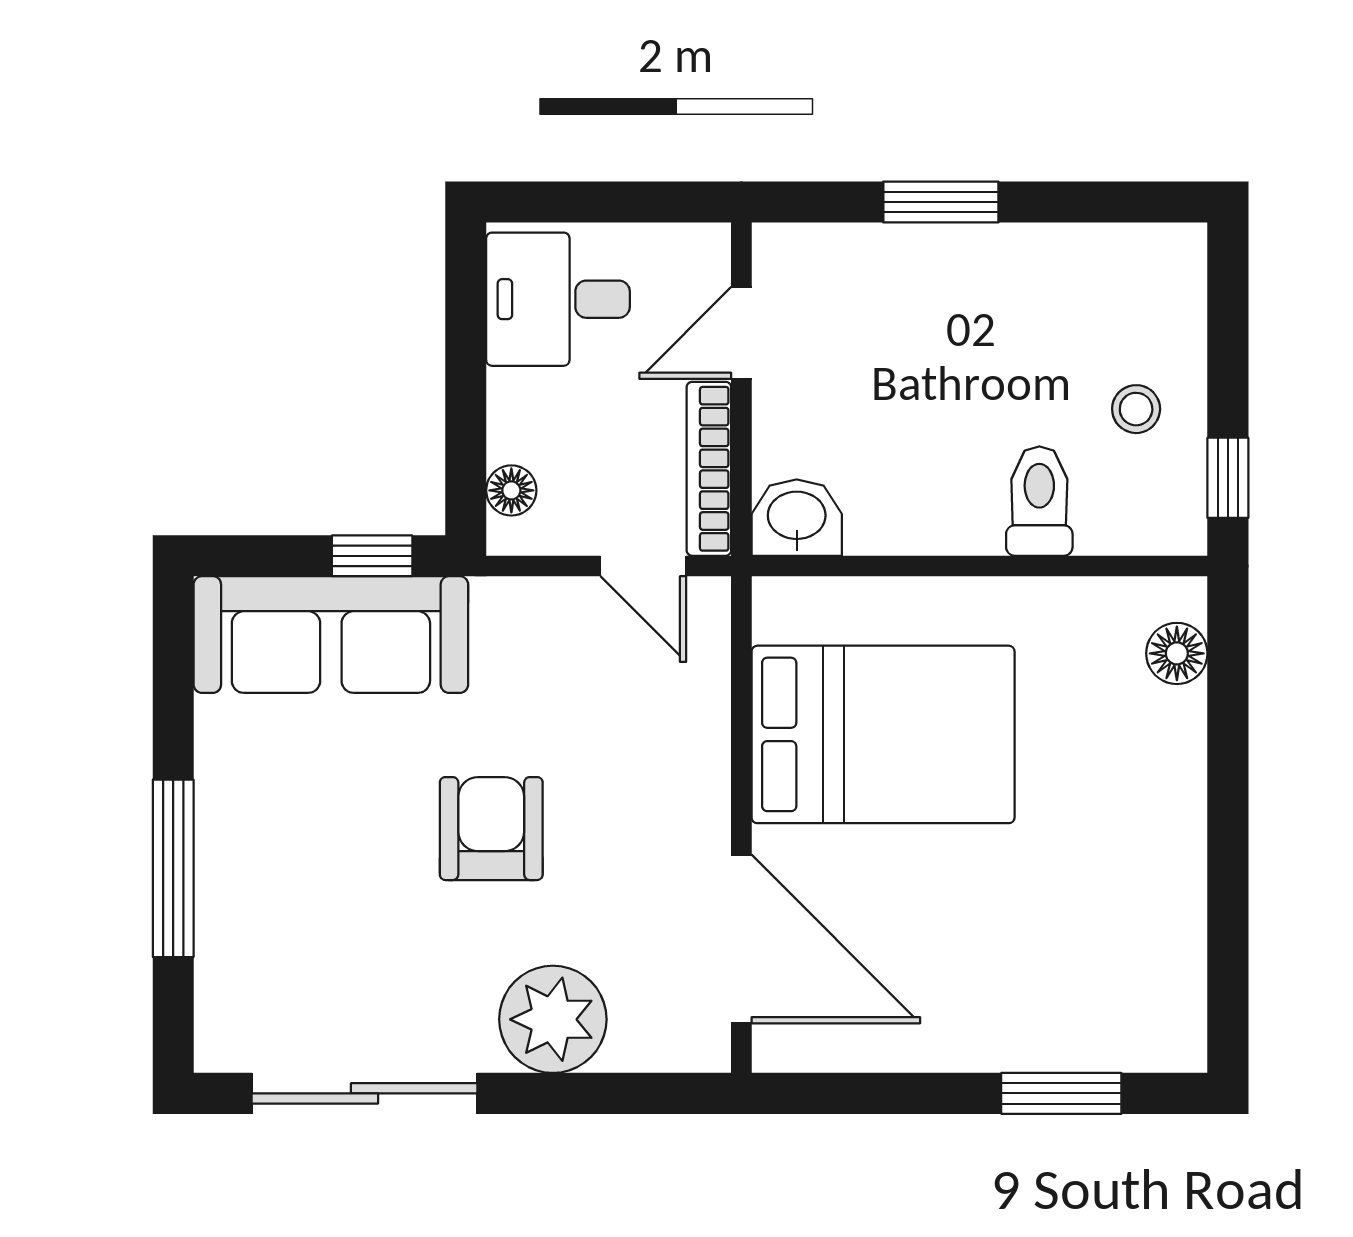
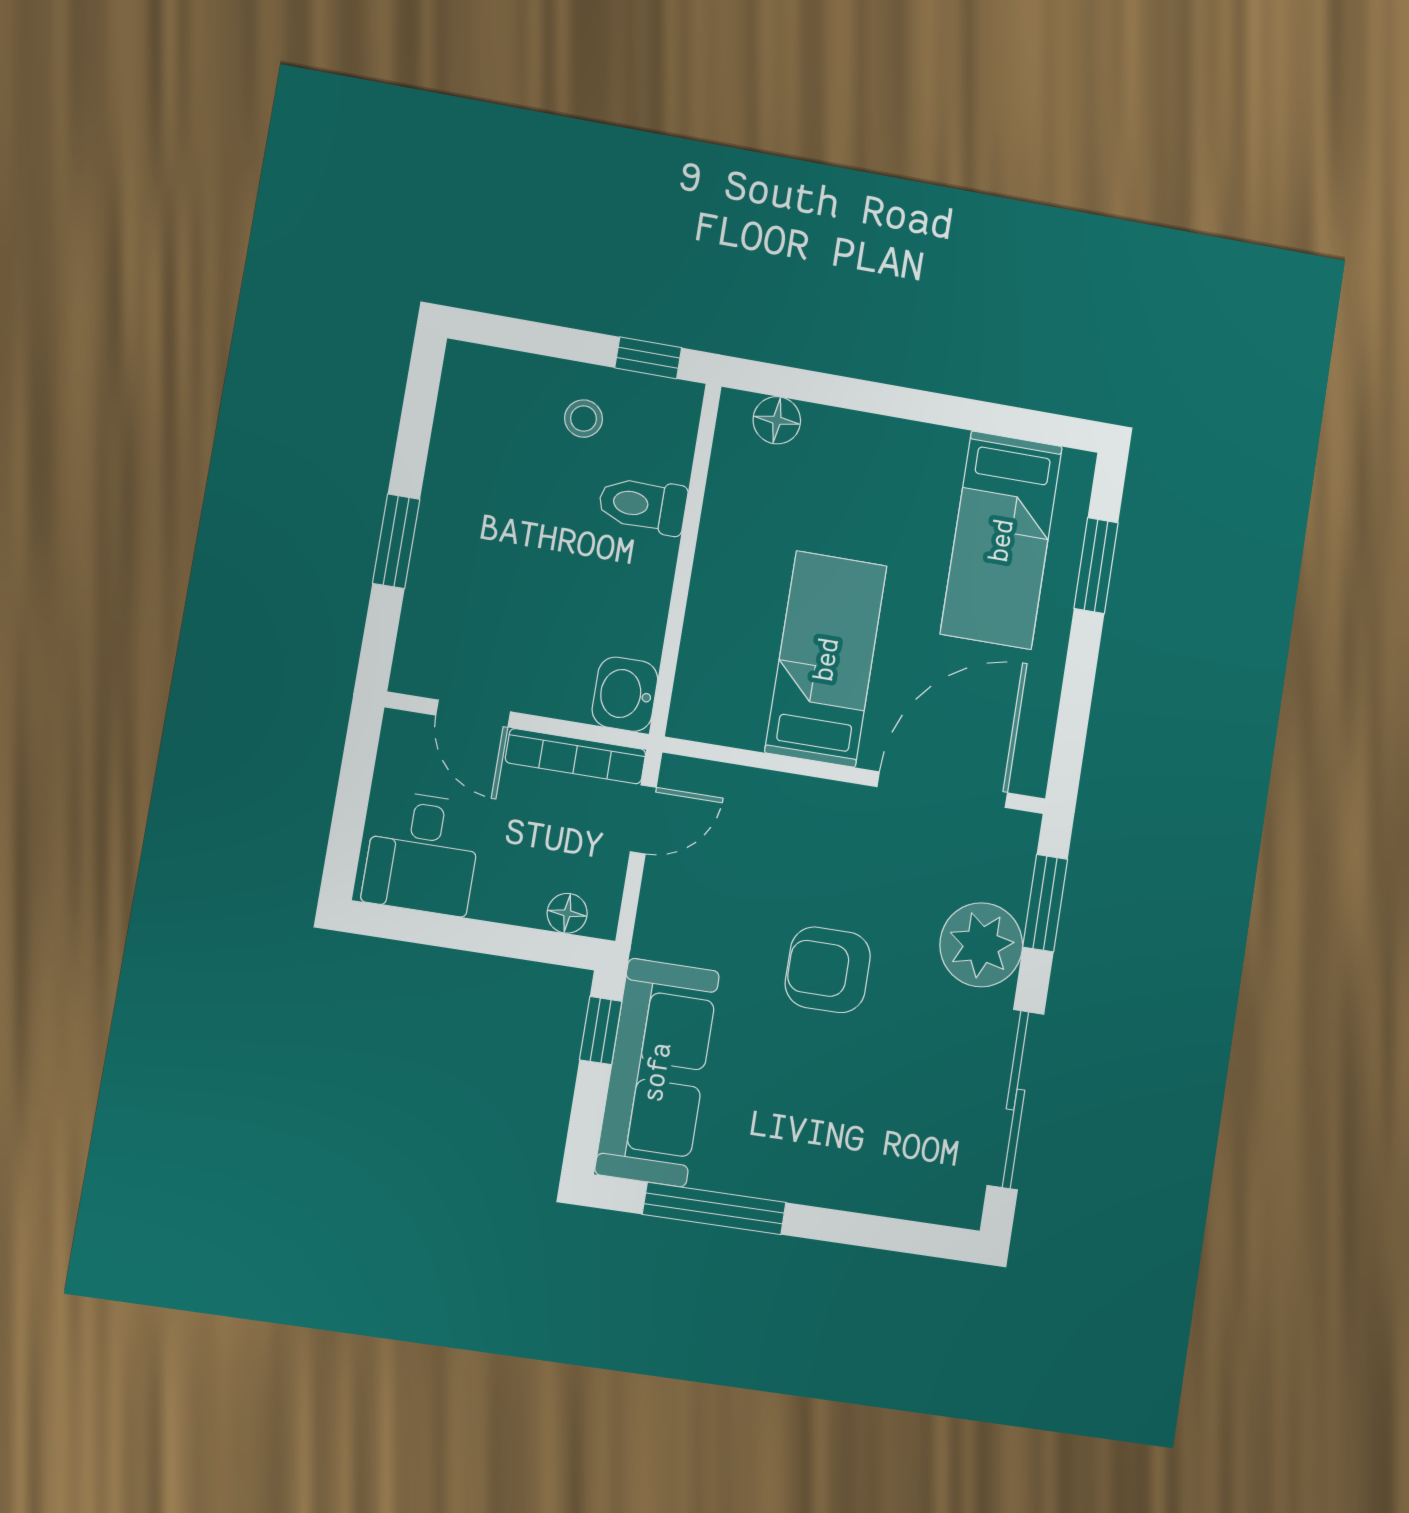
bed: (883, 734) -> (826, 659), width x0.67
window: (173, 868) -> (714, 1208), moved
bed: (1073, 965) -> (1001, 540), added
window: (618, 1093) -> (1045, 903), added

